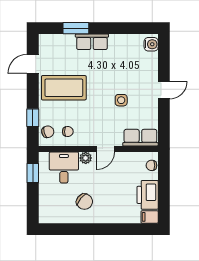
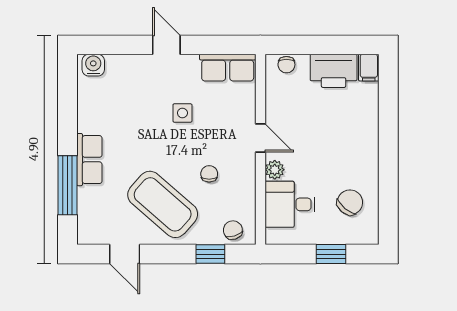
window: (76, 28) -> (68, 185), width x1.44
coffee table: (64, 88) -> (163, 204), turned -49
chair: (68, 132) -> (209, 174), moved
row of seats: (140, 138) -> (228, 68), moved, turned -90
window: (33, 173) -> (331, 254), moved
chair: (84, 202) -> (350, 202), moved

